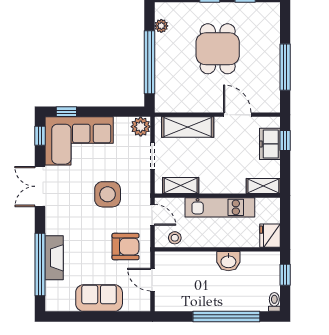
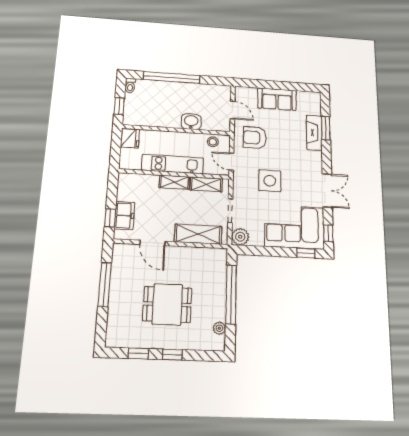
dining table: (218, 49) -> (167, 304), turned 90
shelving: (263, 186) -> (174, 182), moved
washbasin: (228, 261) -> (191, 122), moved
window: (40, 265) -> (326, 128), width x0.47

